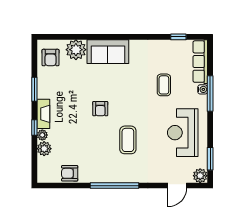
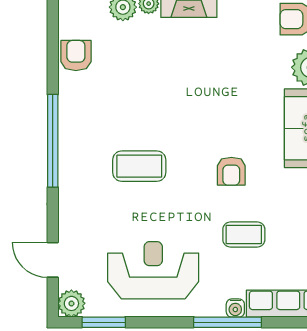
armchair: (100, 109) -> (231, 171), moved, turned -90

